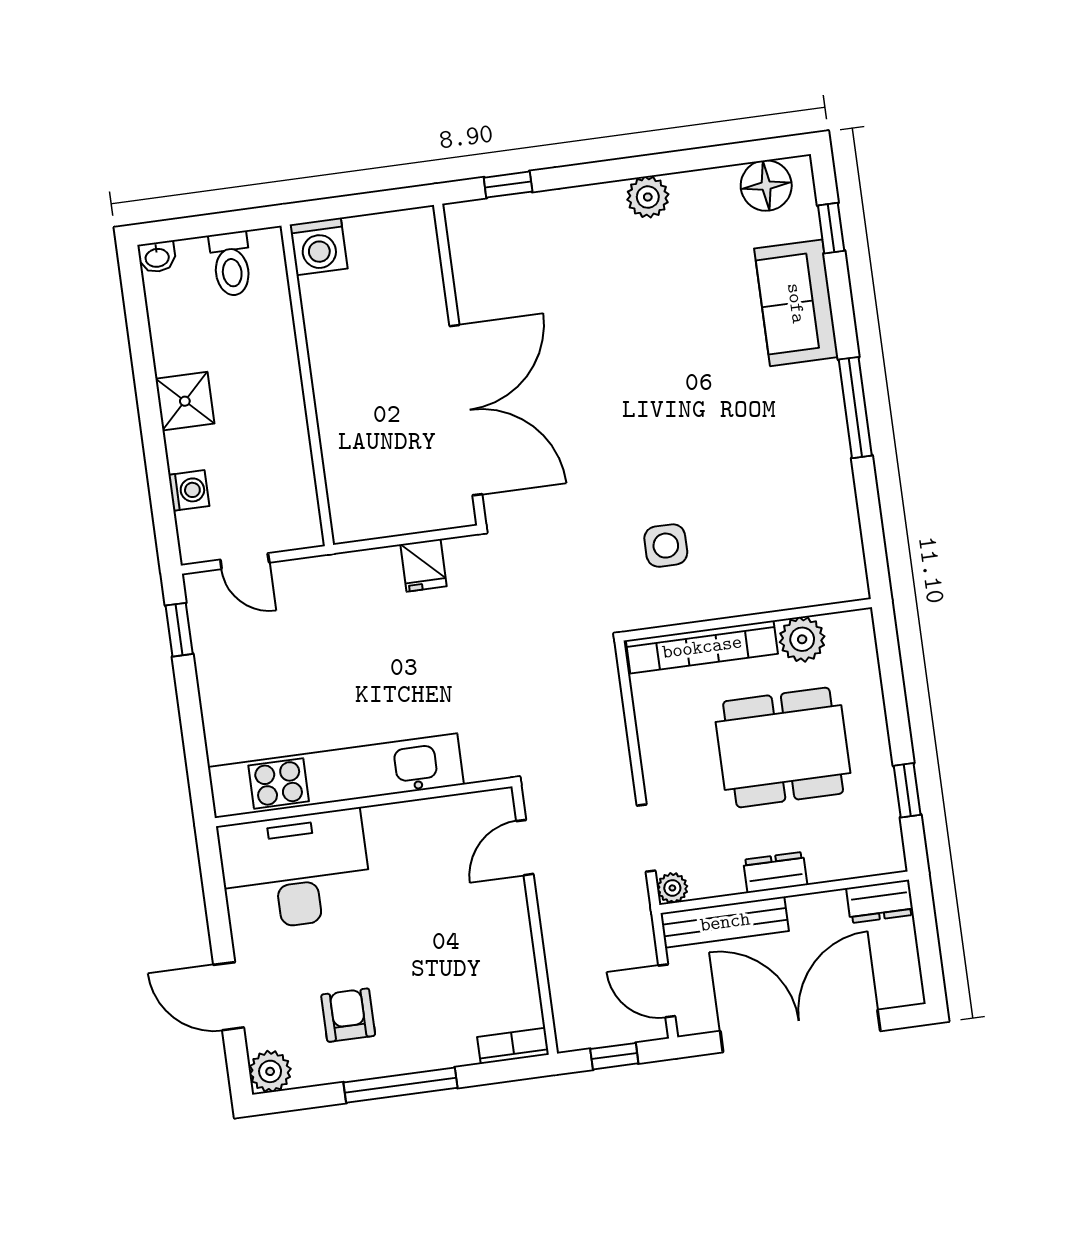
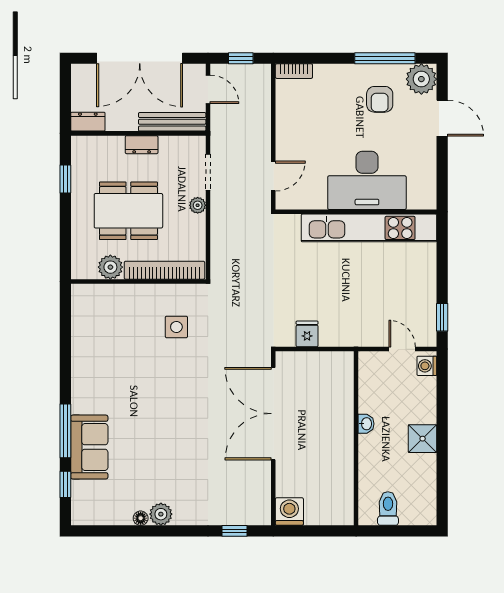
floor lamp: (766, 186) -> (141, 518), moved, width x0.53, depth x0.53
washing machine: (319, 246) -> (289, 512), moved
washbasin: (157, 257) -> (366, 424), moved, turned 90
window: (855, 408) -> (65, 431), moved
washing machine: (189, 490) -> (427, 366), moved
desk: (295, 870) -> (367, 180), moved
plant: (672, 888) -> (198, 205), moved
plant: (270, 1071) -> (421, 79), width x1.36, depth x1.36
window: (400, 1085) -> (385, 58), moved

